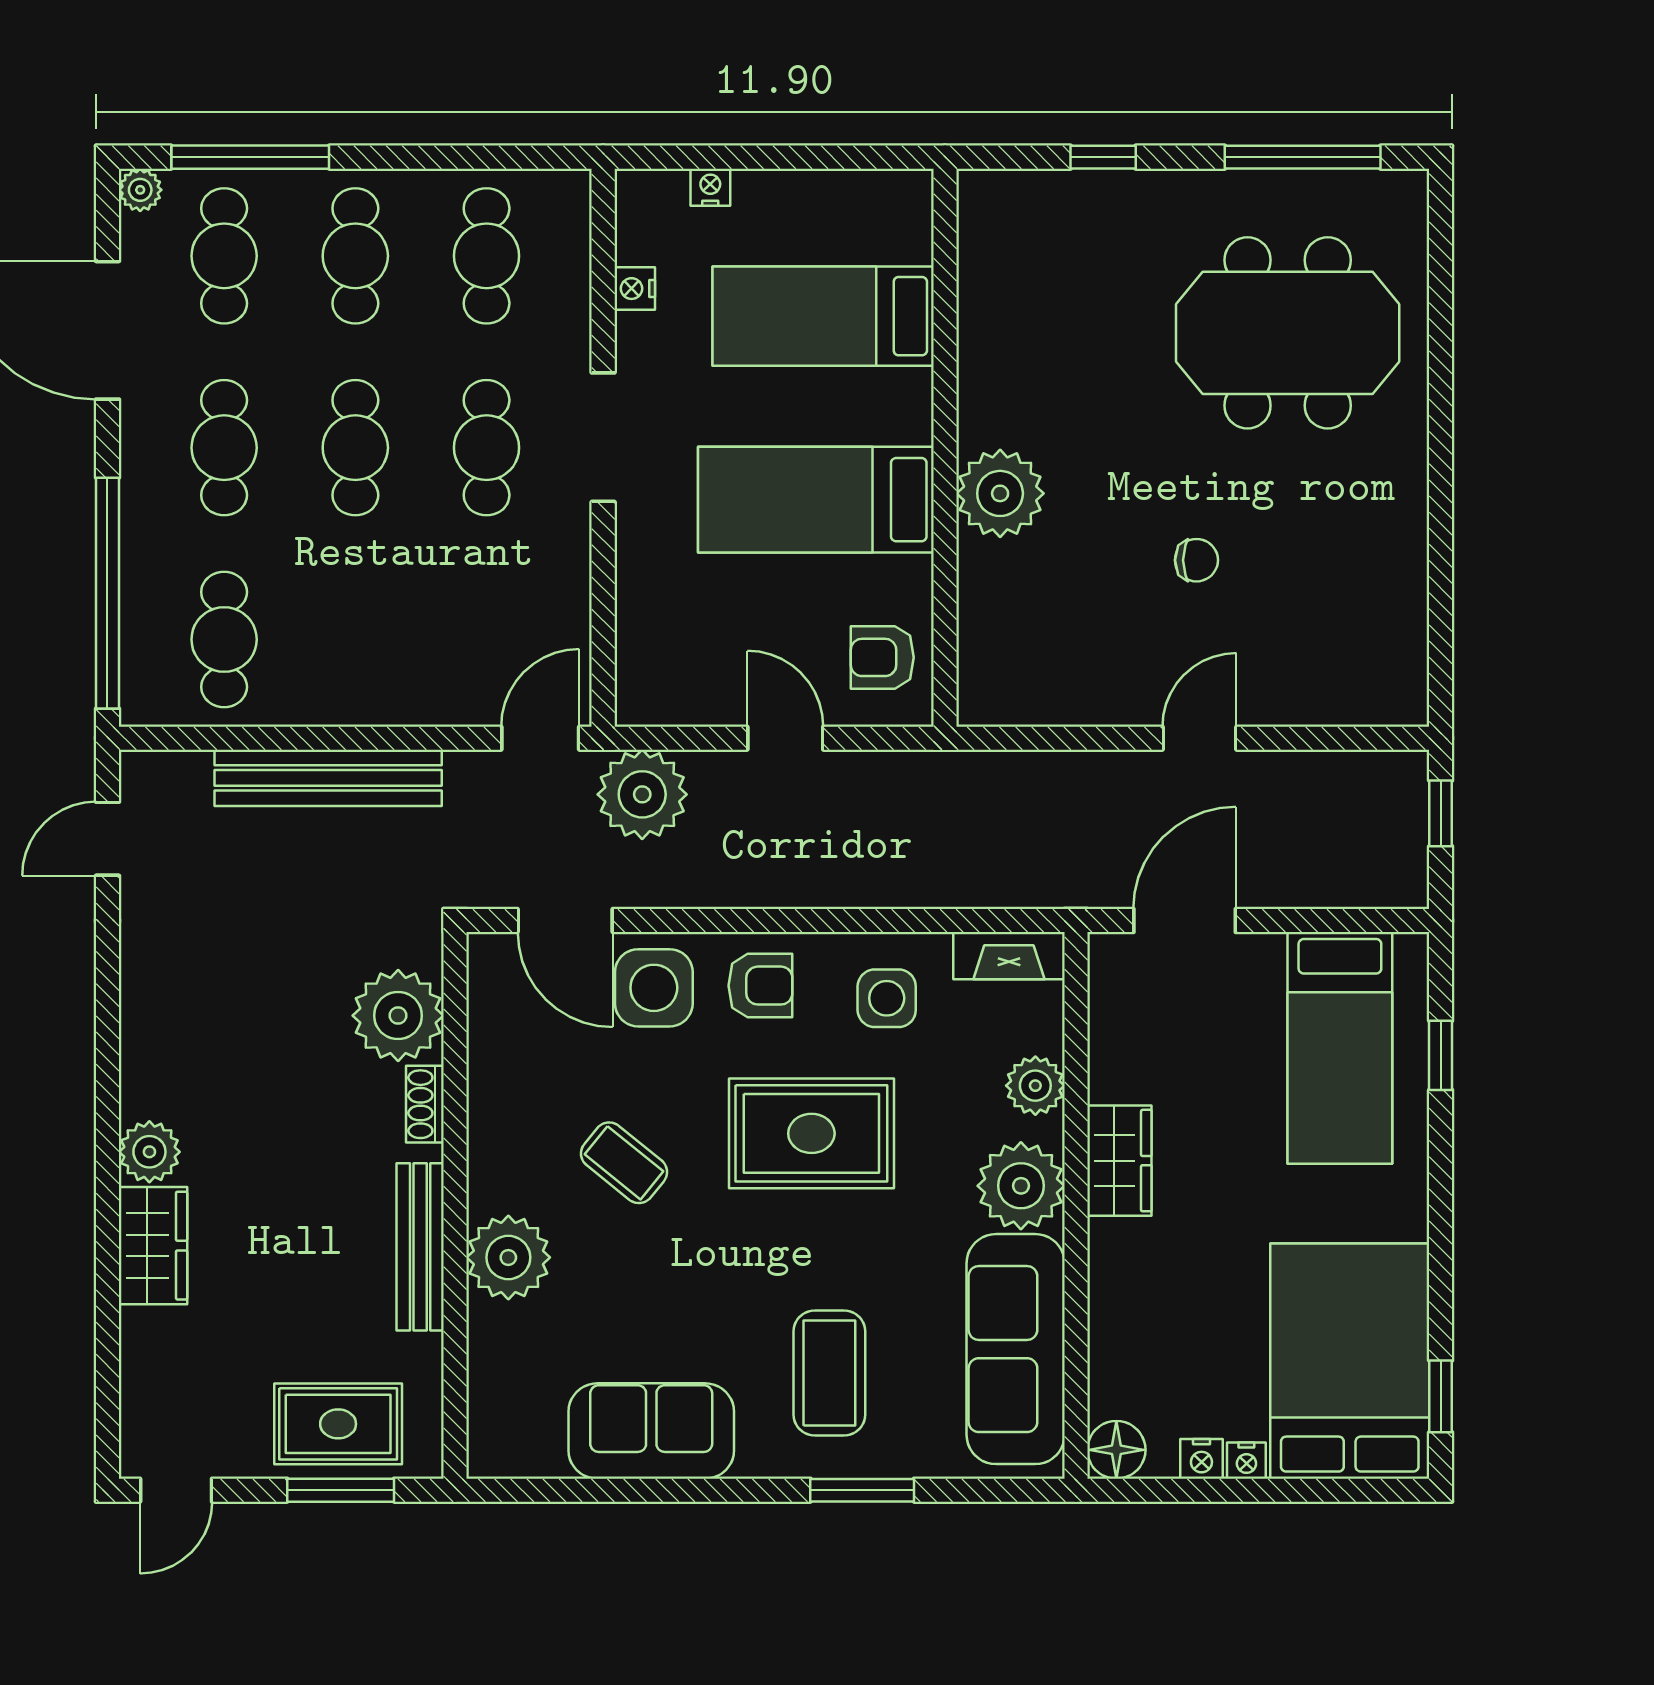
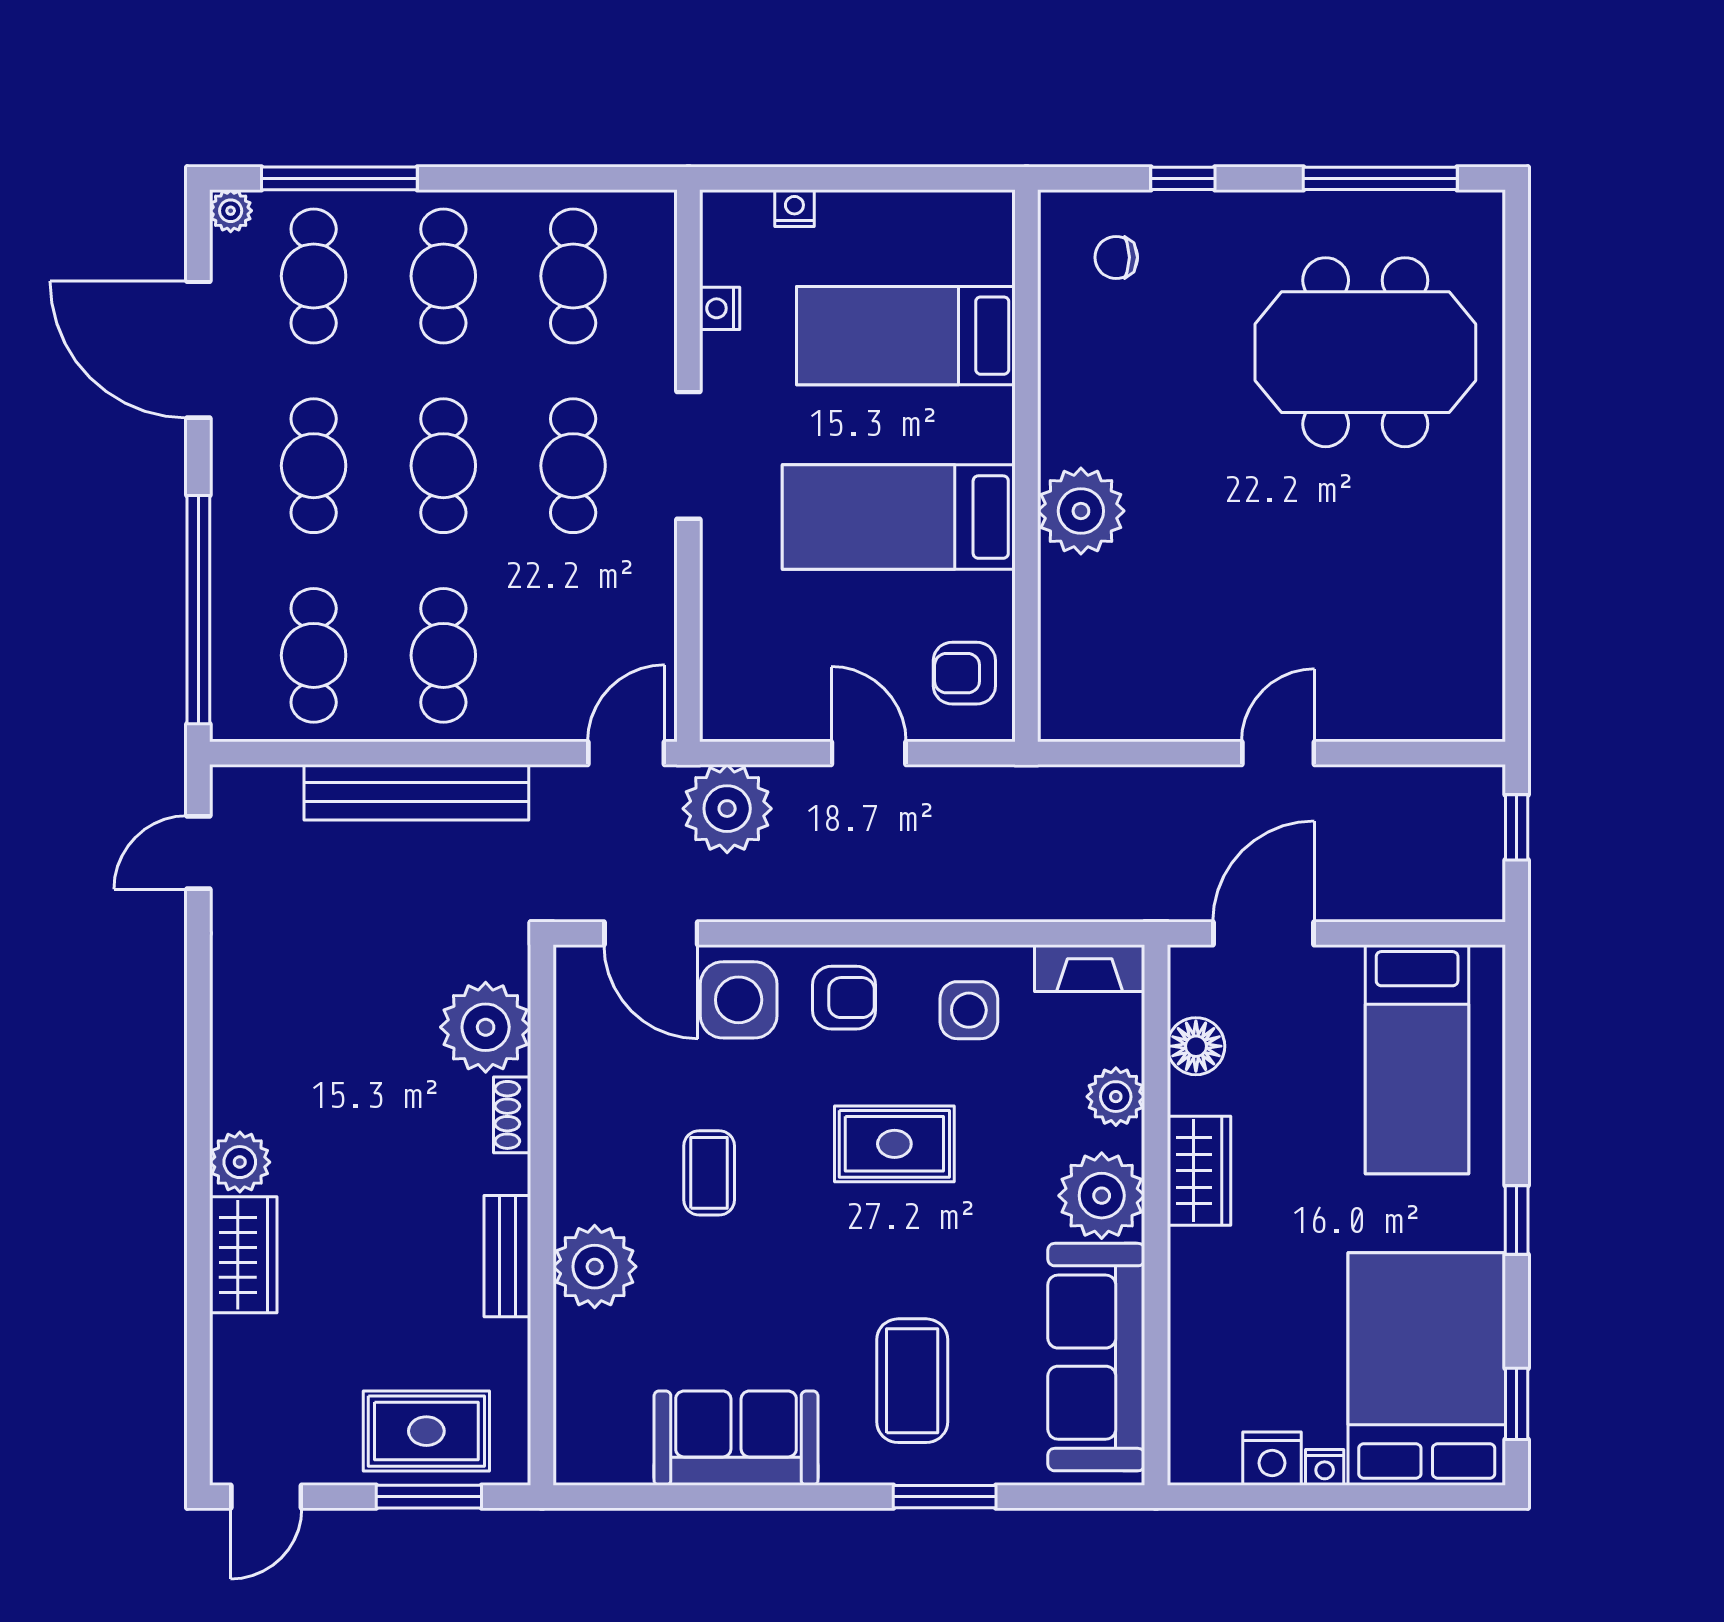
chair: (1196, 560) -> (1116, 257), moved, turned 180
cafe table: (355, 639) -> (443, 655), added
window: (1441, 1055) -> (1517, 1220), moved
rug: (811, 1133) -> (894, 1144), width x0.73, depth x0.70
coffee table: (624, 1163) -> (709, 1173), turned 51
bench: (420, 1247) -> (507, 1256), width x0.73
floor lamp: (1116, 1450) -> (1196, 1046), moved
nightstand: (1201, 1459) -> (1272, 1459), width x1.39, depth x1.35

